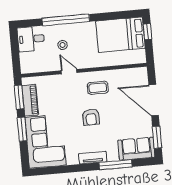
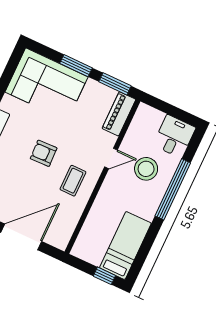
bed: (120, 35) -> (125, 246), width x0.67
stool: (63, 45) -> (146, 169), width x1.89, depth x1.89
piano: (30, 100) -> (119, 114), moved, turned 90

